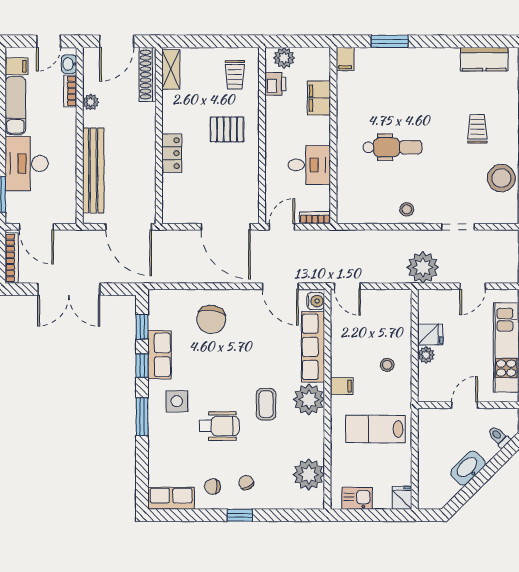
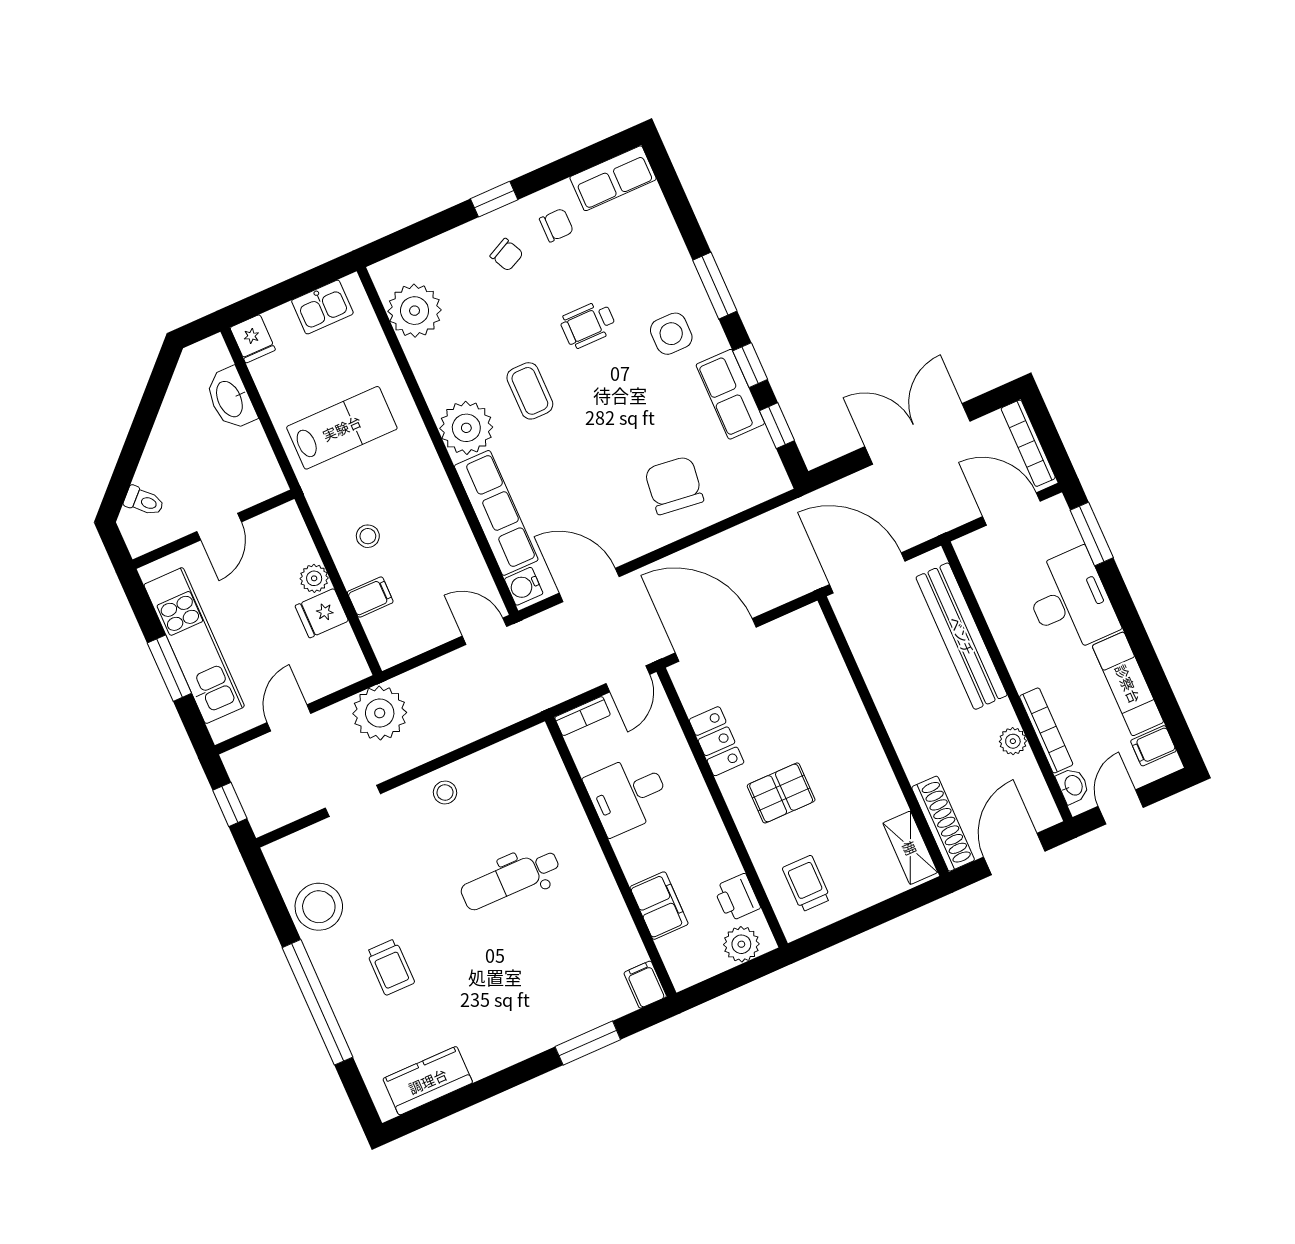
bookcase: (70, 91) -> (1046, 730), width x1.56
locker: (172, 153) -> (717, 741), moved, turned 180
filing cabinet: (342, 386) -> (370, 597), moved, turned 180
wheelchair: (219, 426) -> (588, 324), width x0.73, depth x0.73
washbasin: (468, 468) -> (230, 399), moved, turned 135

